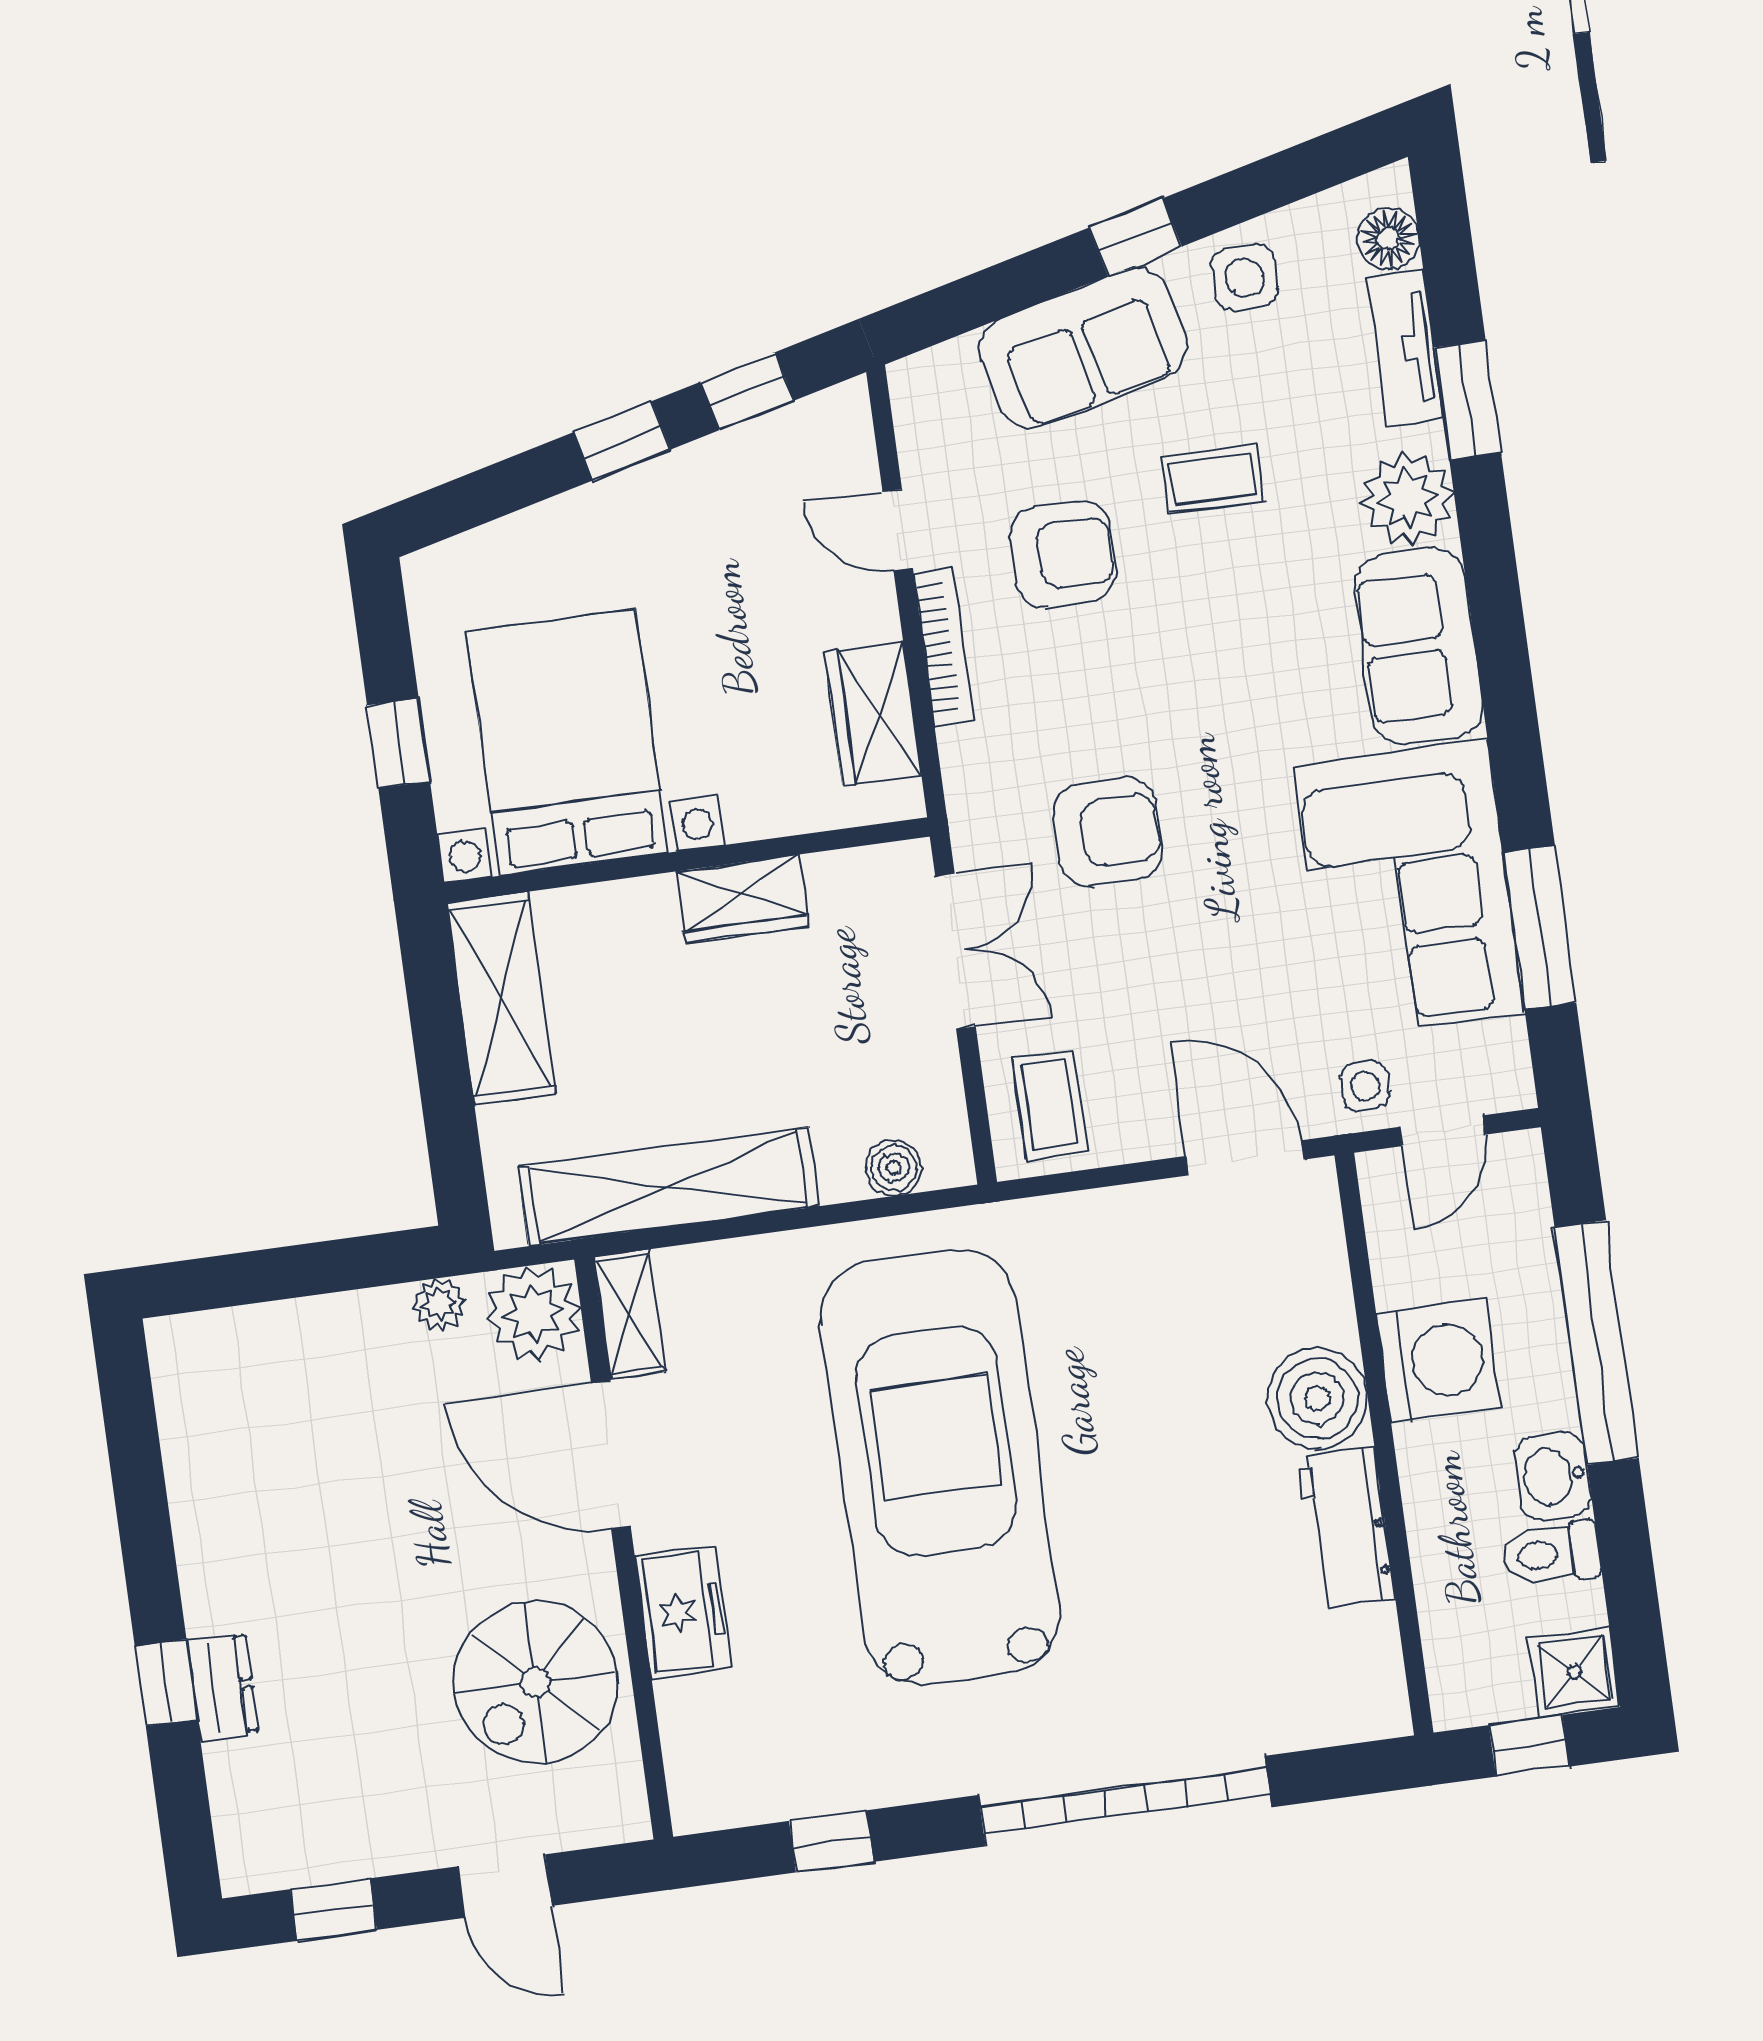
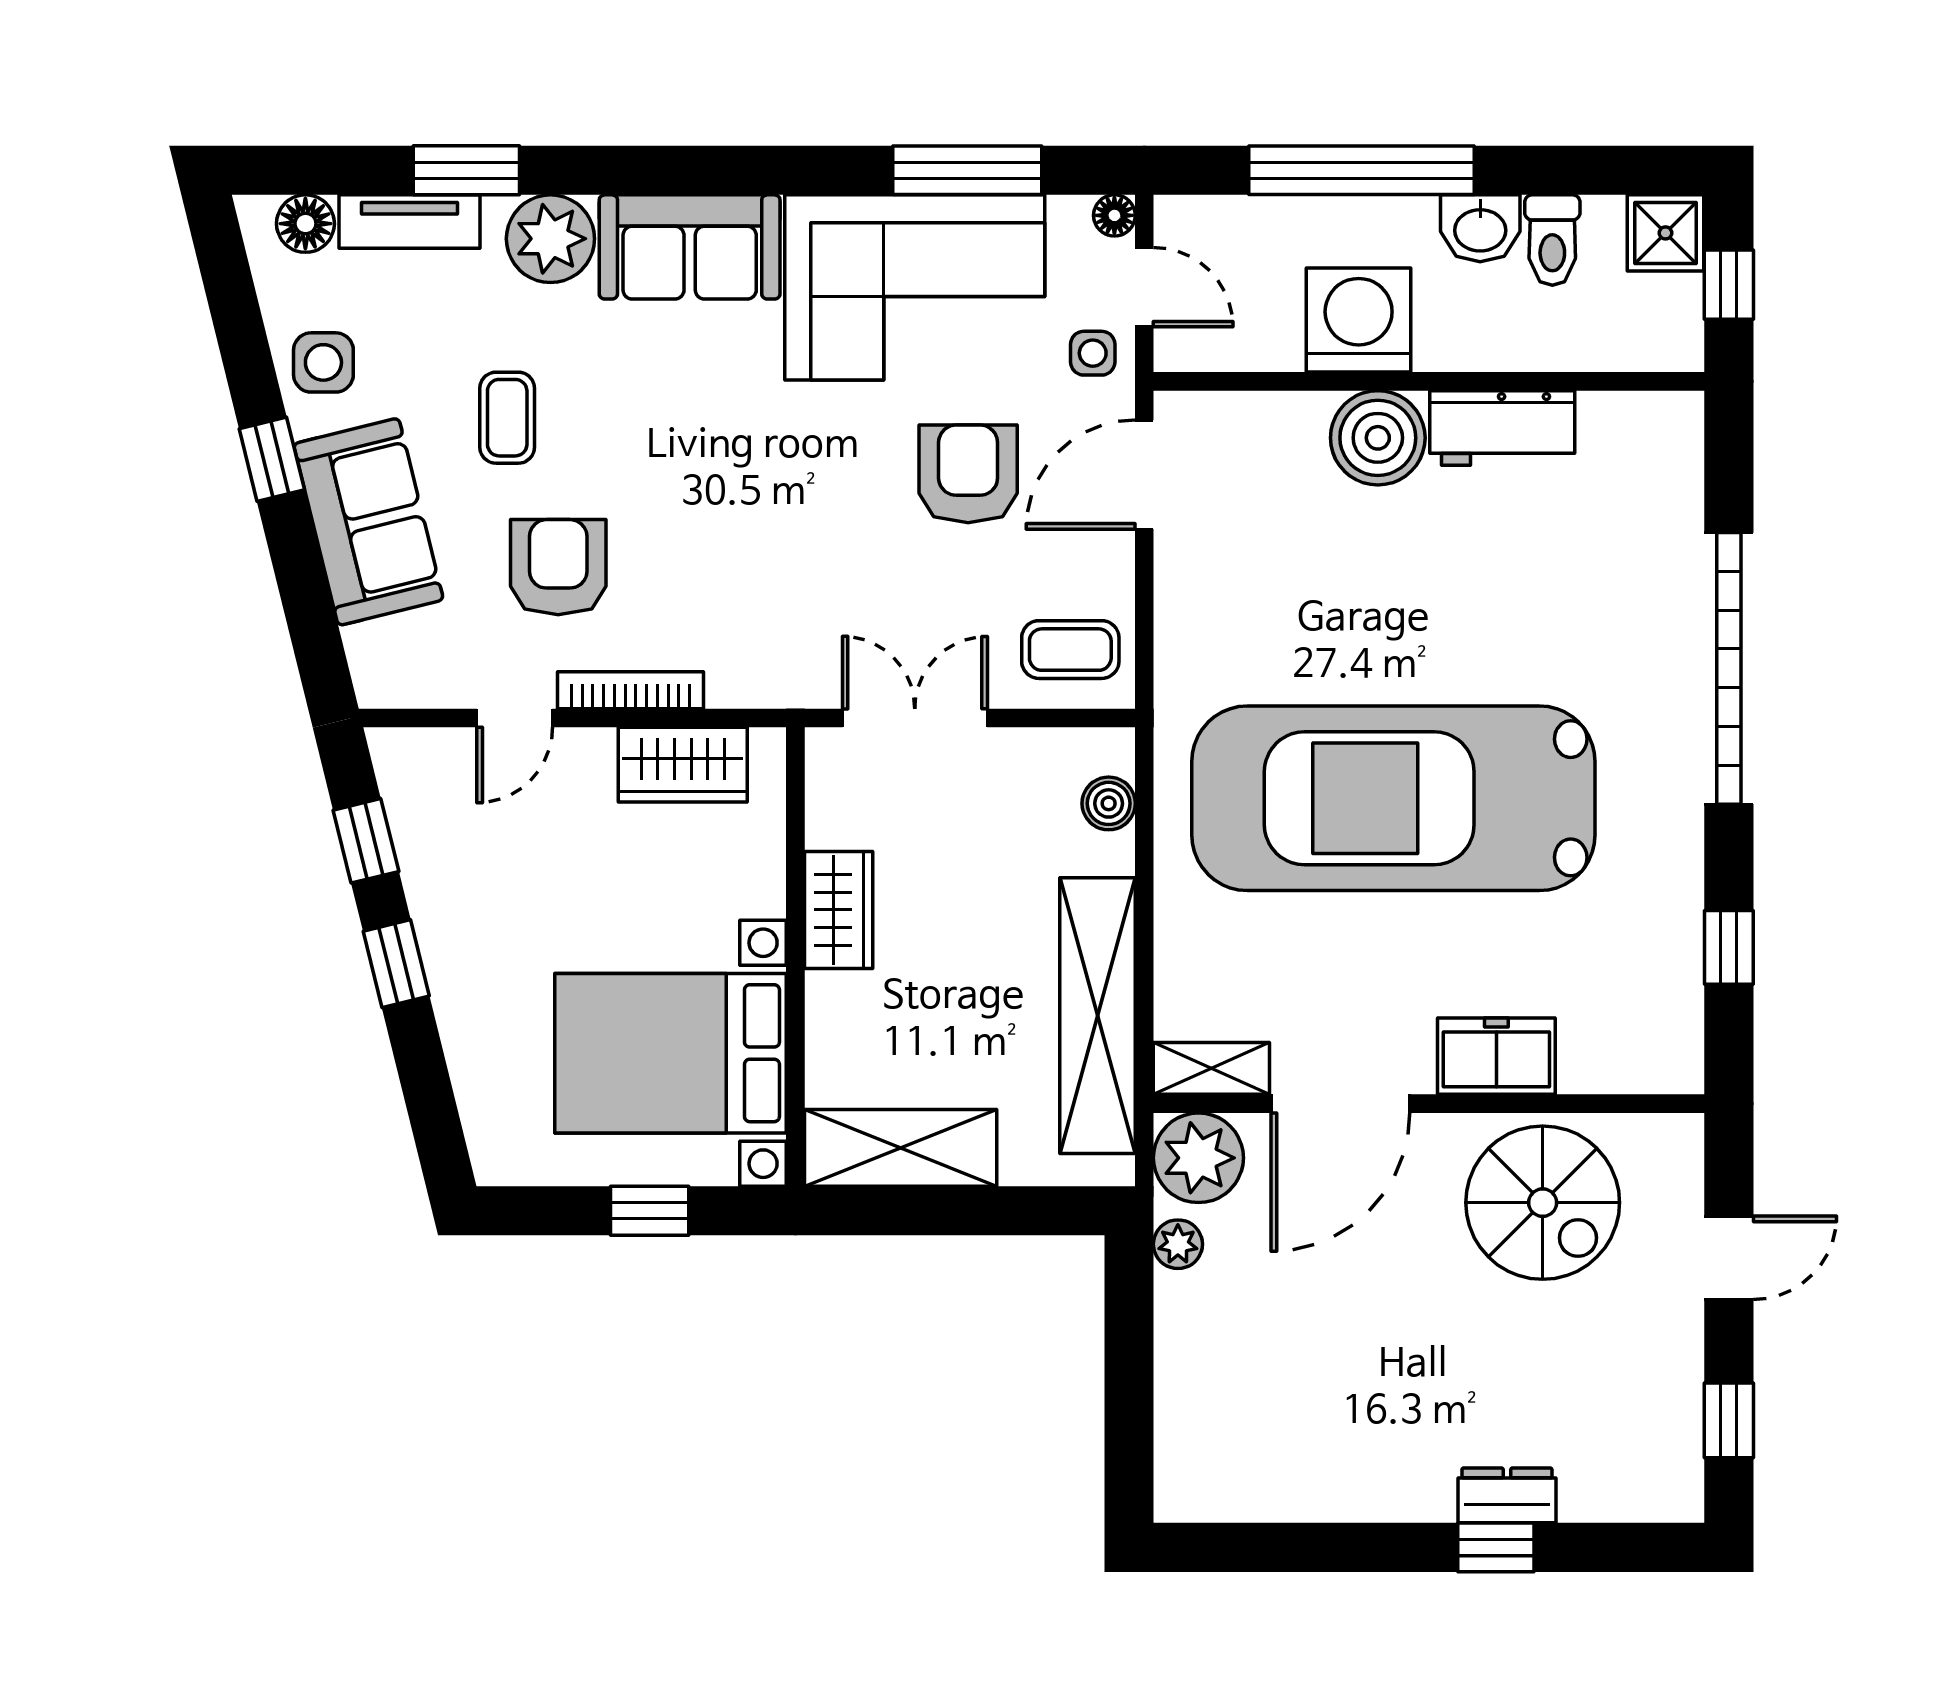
armchair: (1108, 832) -> (968, 474), moved
floor lamp: (1513, 1089) -> (1114, 215), added

